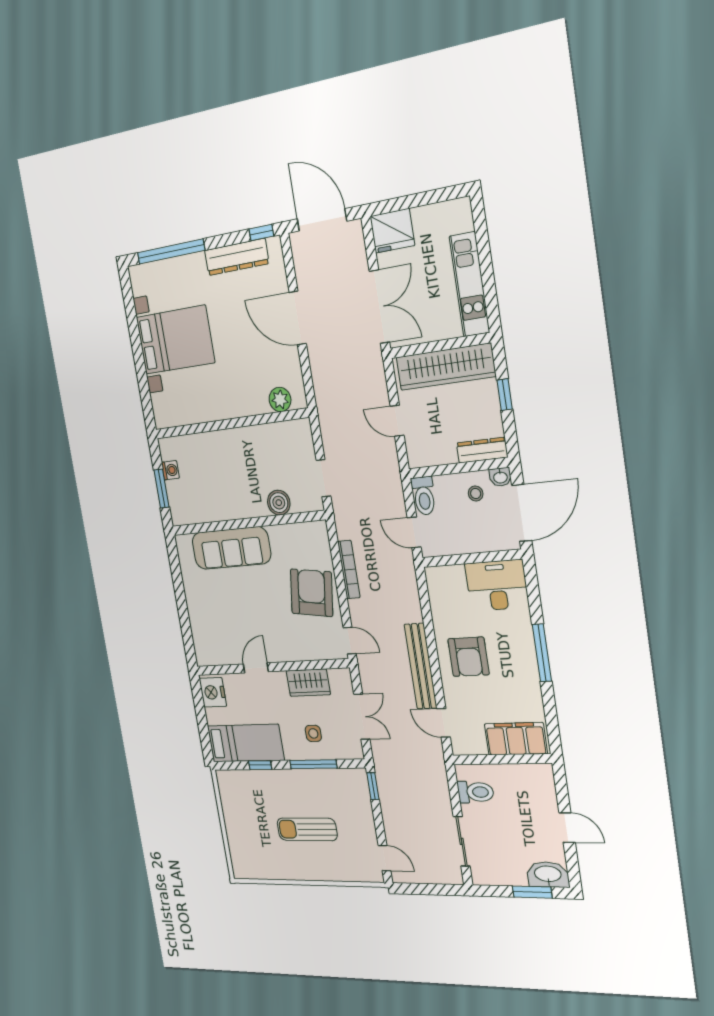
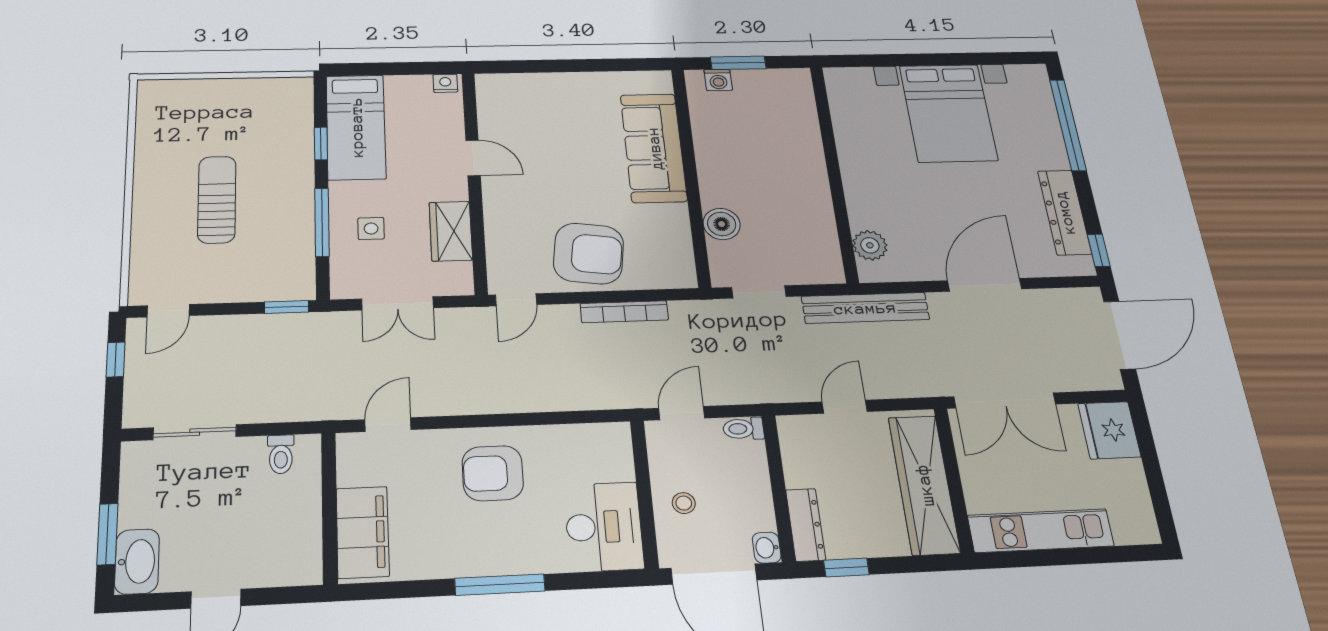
window: (505, 395) -> (846, 568), moved
washing machine: (170, 470) -> (718, 80), moved
stool: (476, 493) -> (684, 503), moved
toilet: (424, 496) -> (743, 429), width x0.73, depth x0.72
bench: (421, 666) -> (865, 308), moved
nightstand: (213, 692) -> (445, 83), width x0.53, depth x0.56
toilet: (476, 792) -> (281, 454), width x0.73, depth x0.72
window: (420, 889) -> (116, 360), added

